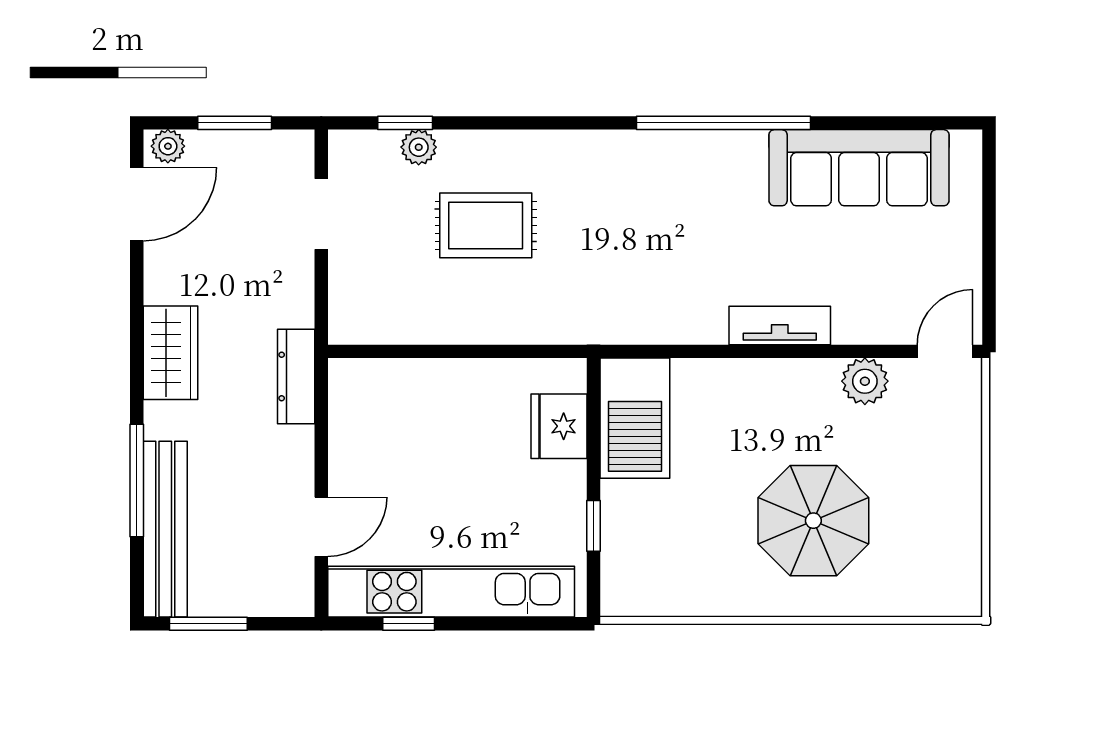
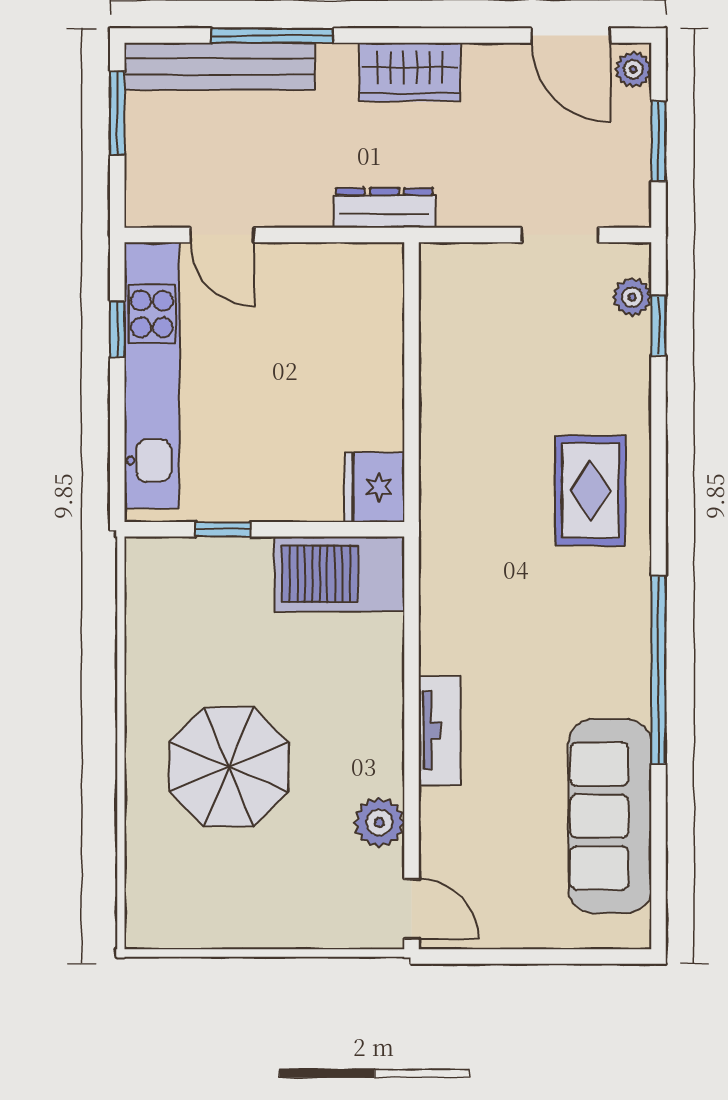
plant: (419, 147) -> (632, 297), moved
rug: (486, 225) -> (590, 491), moved
fridge: (559, 426) -> (374, 487), moved, turned -90

